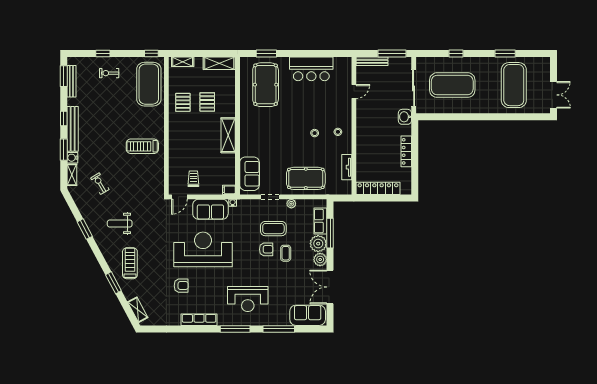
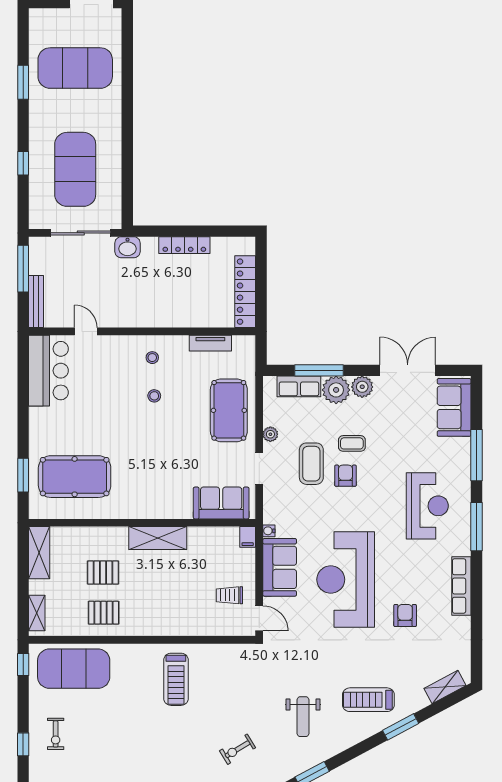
bar counter: (311, 69) -> (48, 371), moved
double door: (330, 287) -> (408, 370), swing flipped

